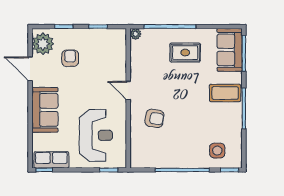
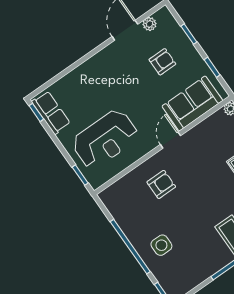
plant: (43, 44) -> (149, 24), width x0.53, depth x0.53
sofa: (45, 110) -> (192, 103), moved, turned 180
armchair: (154, 118) -> (161, 184), turned -99
side table: (217, 151) -> (161, 245), moved

